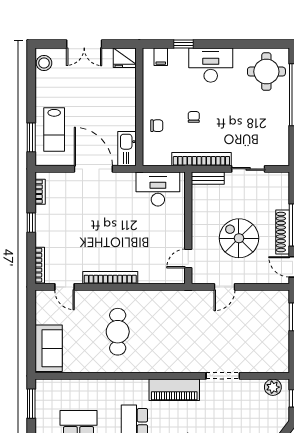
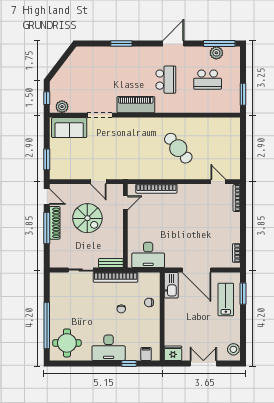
window: (31, 223) -> (243, 230), removed
bookcase: (110, 278) -> (156, 189), moved
door: (224, 287) -> (98, 182), swing flipped
cafe table: (118, 332) -> (178, 148), turned -40
sofa: (49, 348) -> (69, 128), moved, turned -90

